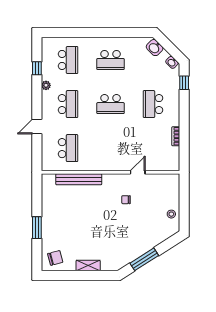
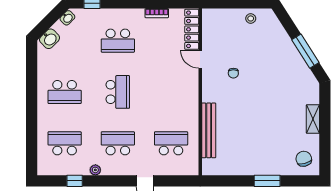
school desk: (111, 60) -> (65, 92), turned 90
locker: (162, 165) -> (192, 29), added

